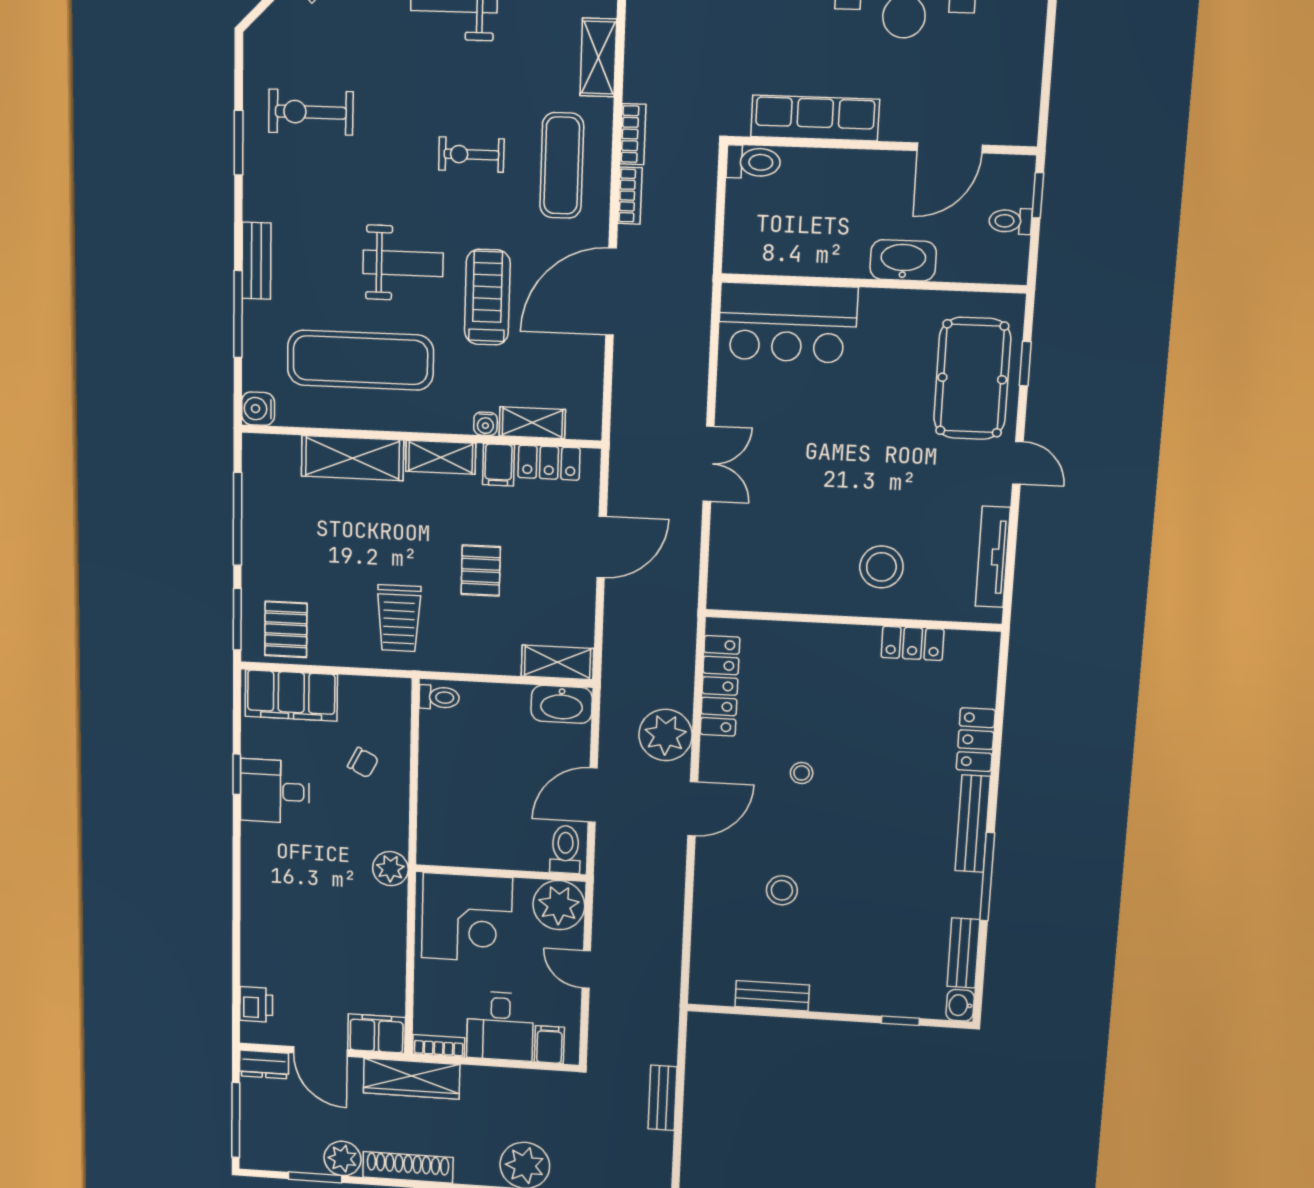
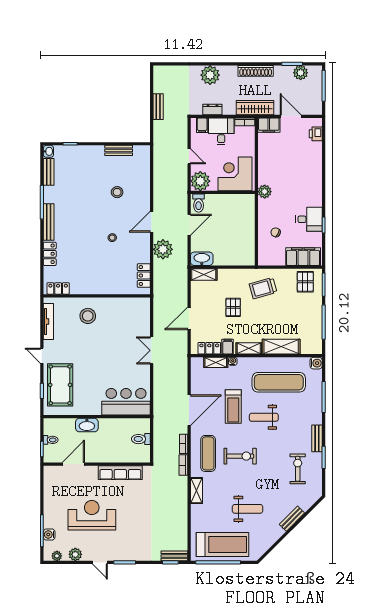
exercise bike: (311, 112) -> (298, 469), turned -90
exercise bike: (471, 155) -> (240, 456), width x1.38, depth x1.39
toilet: (753, 162) -> (141, 439), moved
bench: (256, 261) -> (317, 438), moved
trolley: (399, 618) -> (263, 288), turned -106
locker: (913, 643) -> (58, 288), moved
locker: (720, 686) -> (144, 276), width x0.66
toilet: (439, 697) -> (247, 259), removed
dresser: (264, 1064) -> (212, 109), moved
plant: (342, 1158) -> (301, 73), moved

